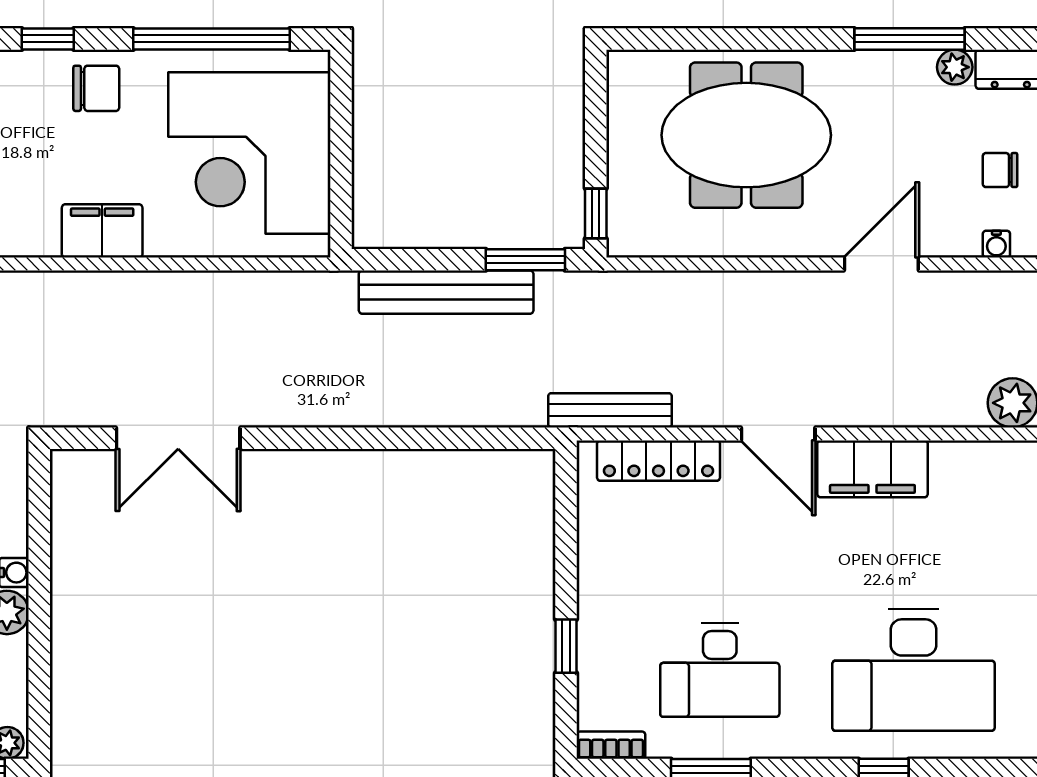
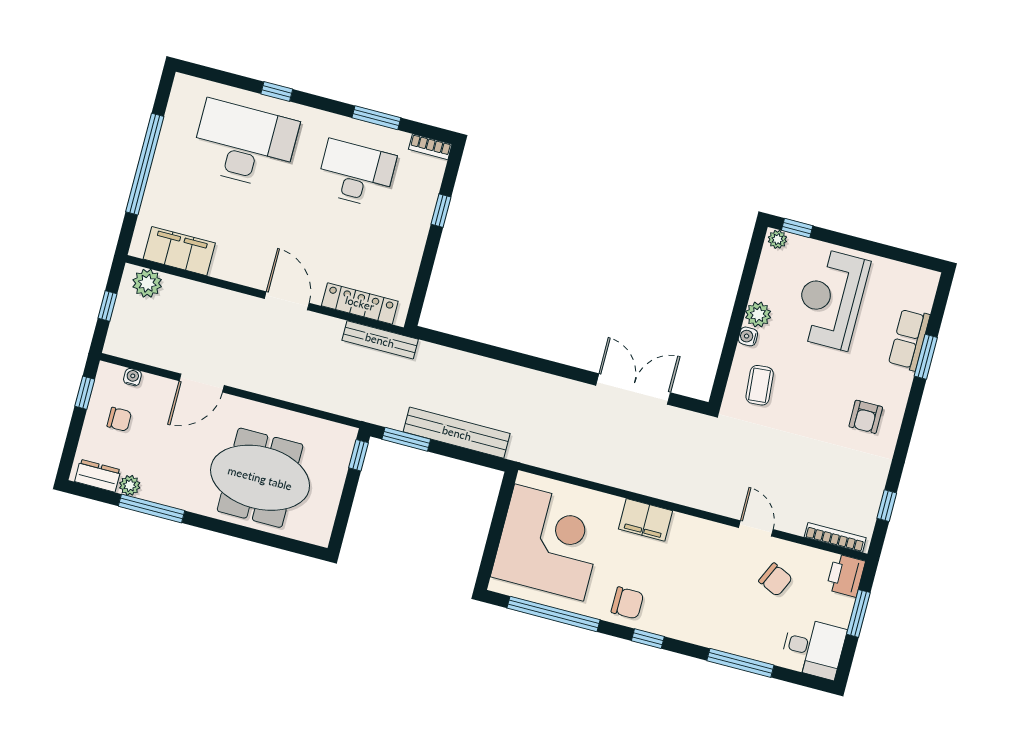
chair: (96, 88) -> (627, 603), turned 180
filing cabinet: (872, 469) -> (179, 251), moved

